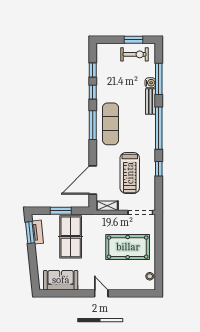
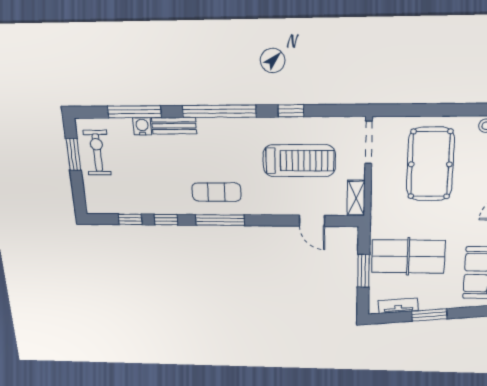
exercise mat: (110, 124) -> (216, 192), width x0.73, depth x0.69
door: (93, 180) -> (312, 221), width x0.53
window: (30, 233) -> (429, 315), moved

